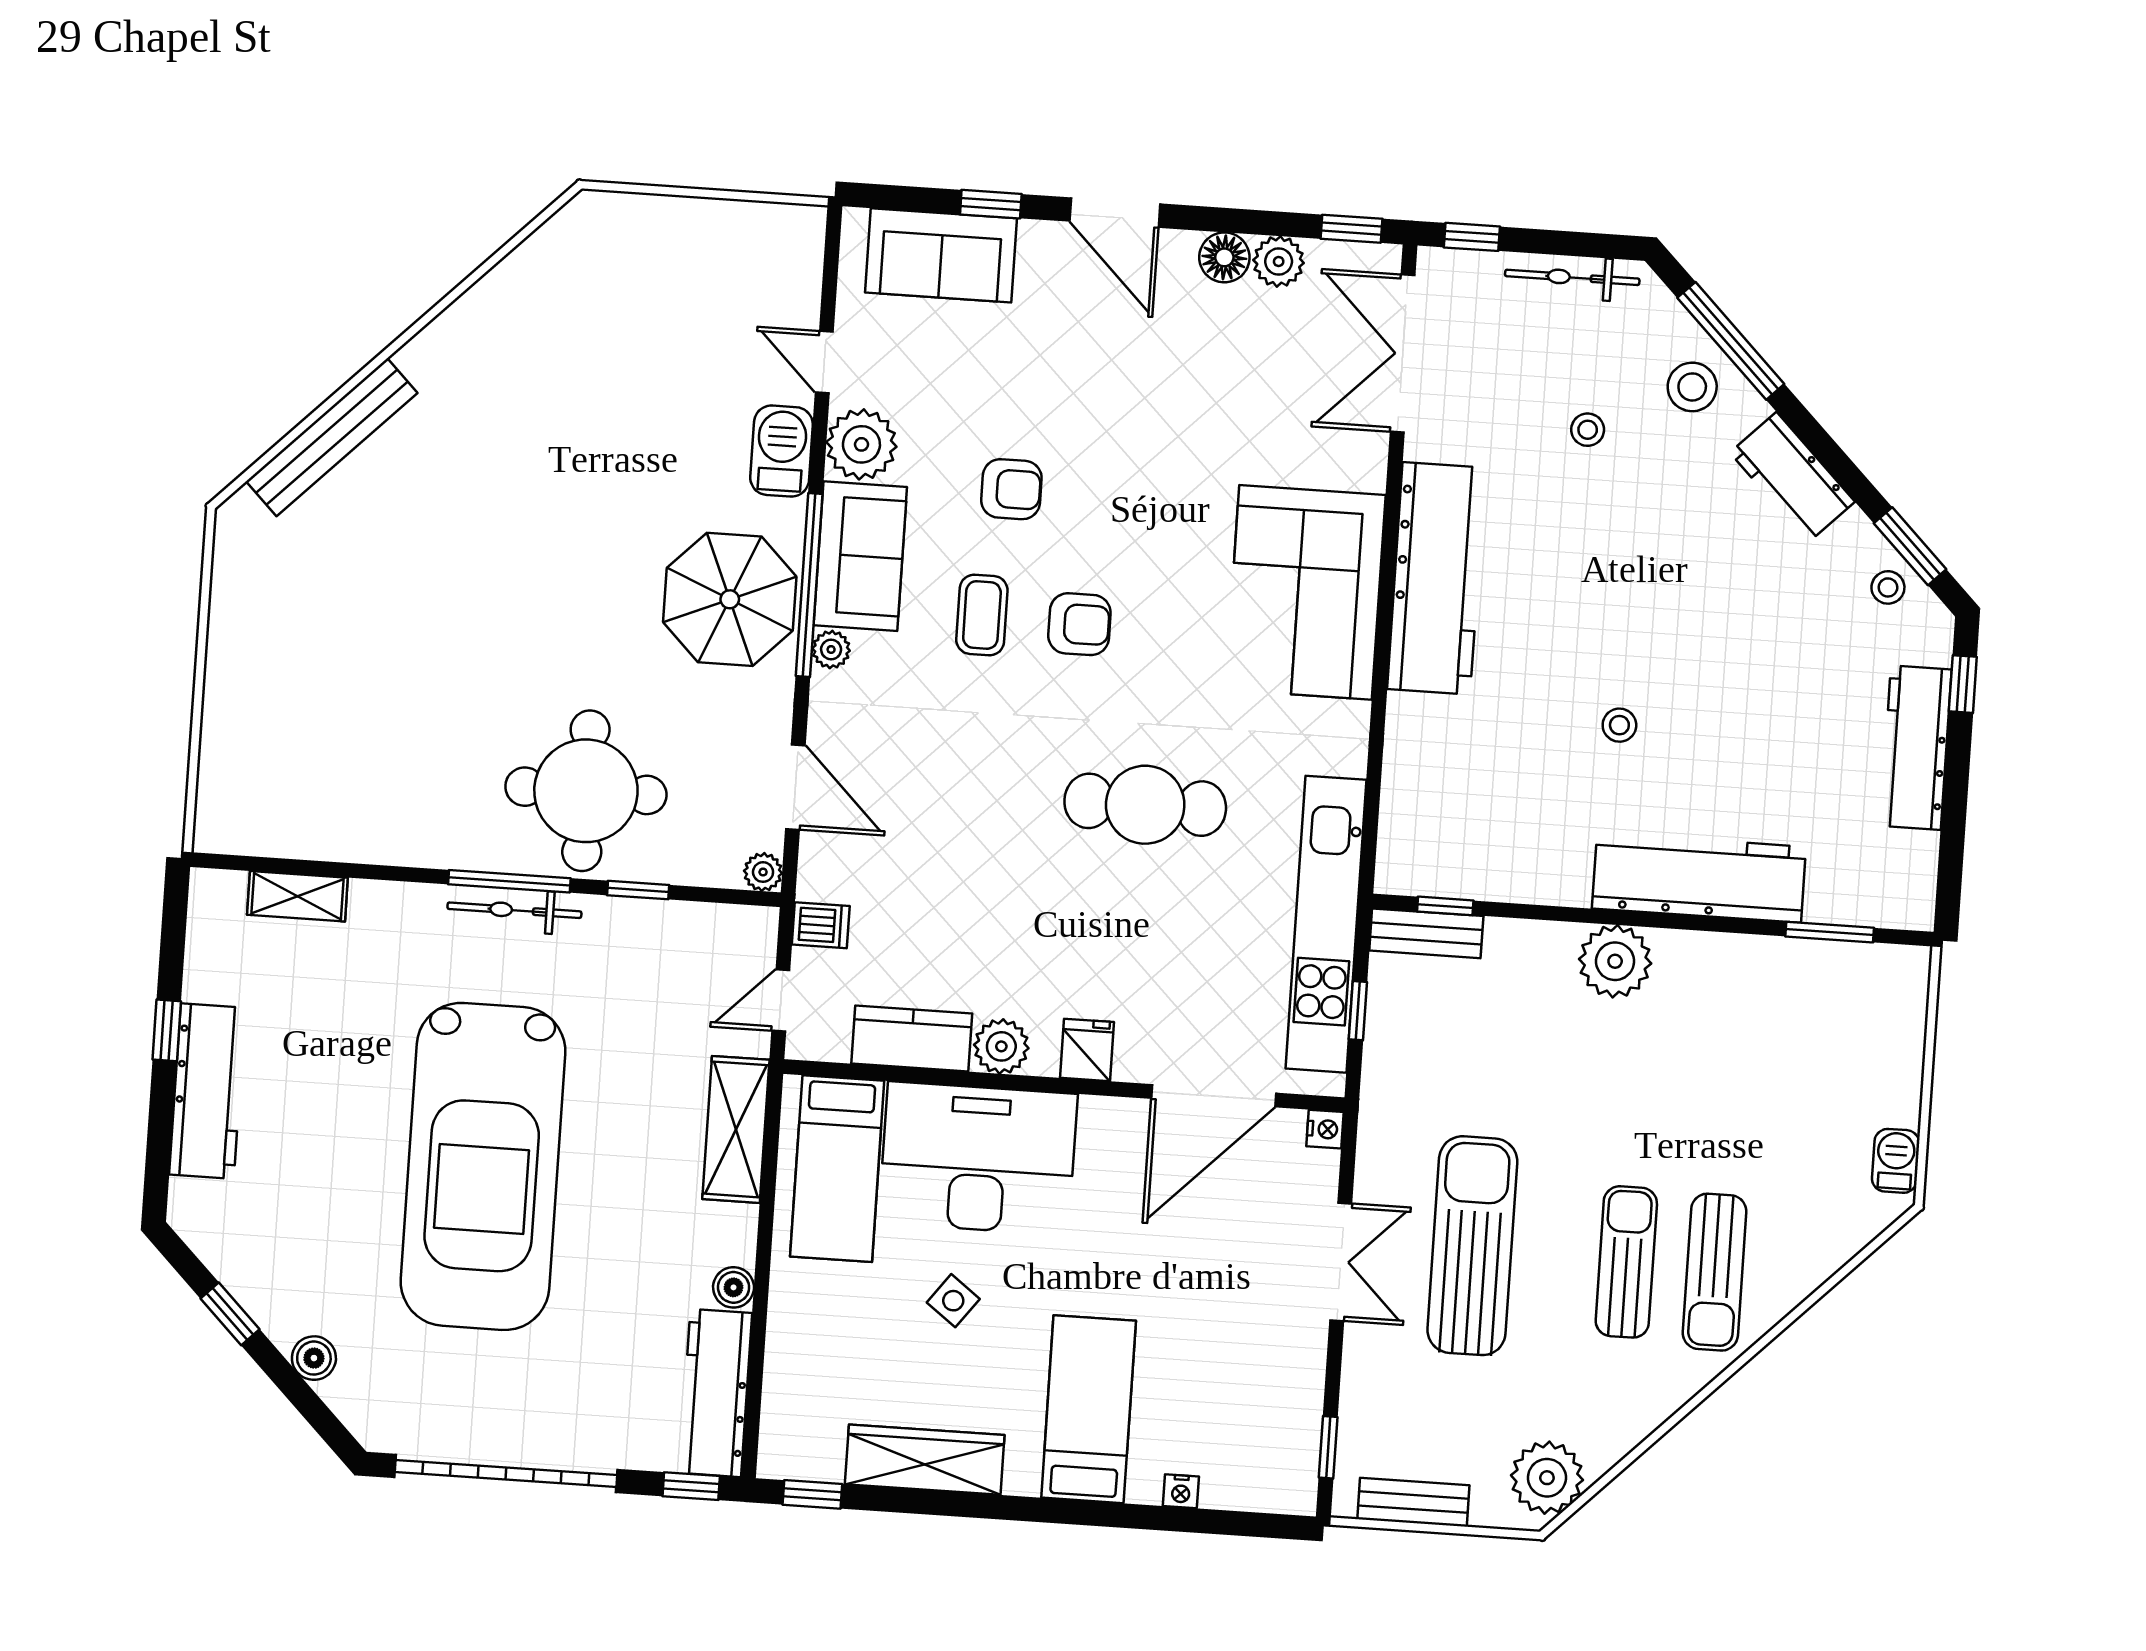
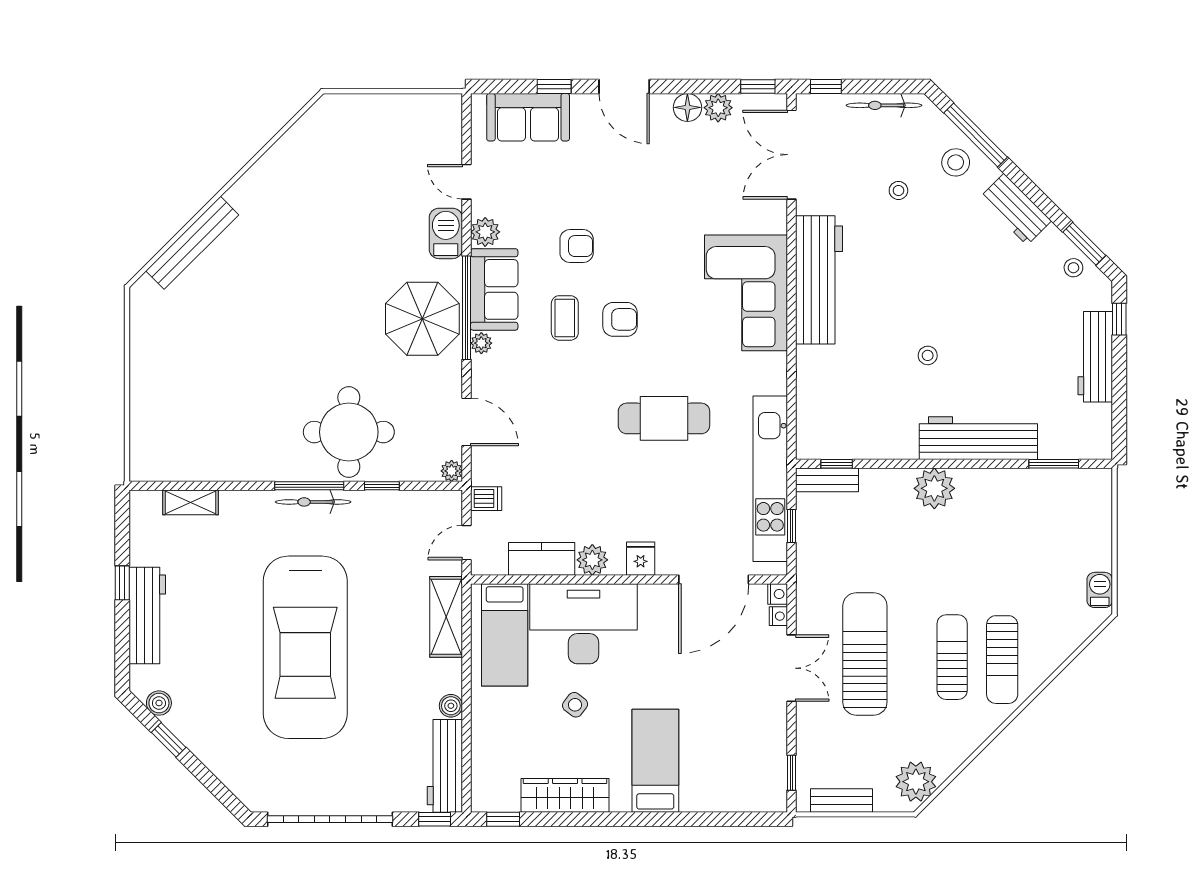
plant: (861, 444) -> (485, 232), width x0.73, depth x0.73
boiler: (314, 1358) -> (159, 703), moved
nightstand: (1181, 1491) -> (778, 616), moved, turned -90

